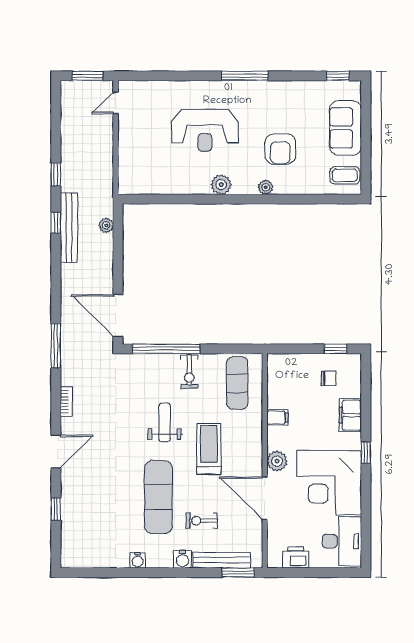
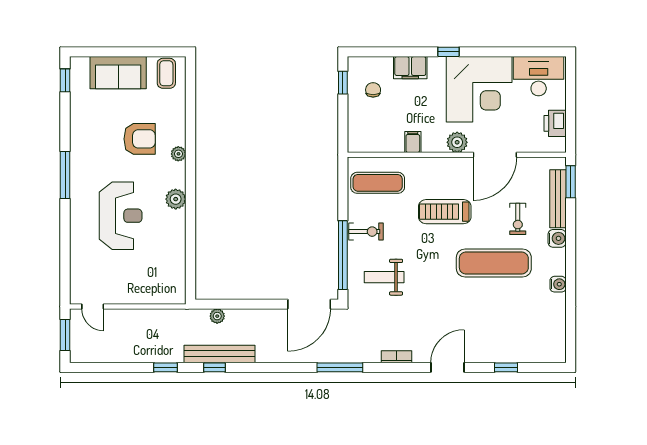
weight bench: (165, 422) -> (384, 277), moved
door: (56, 452) -> (447, 367), hinge flipped

